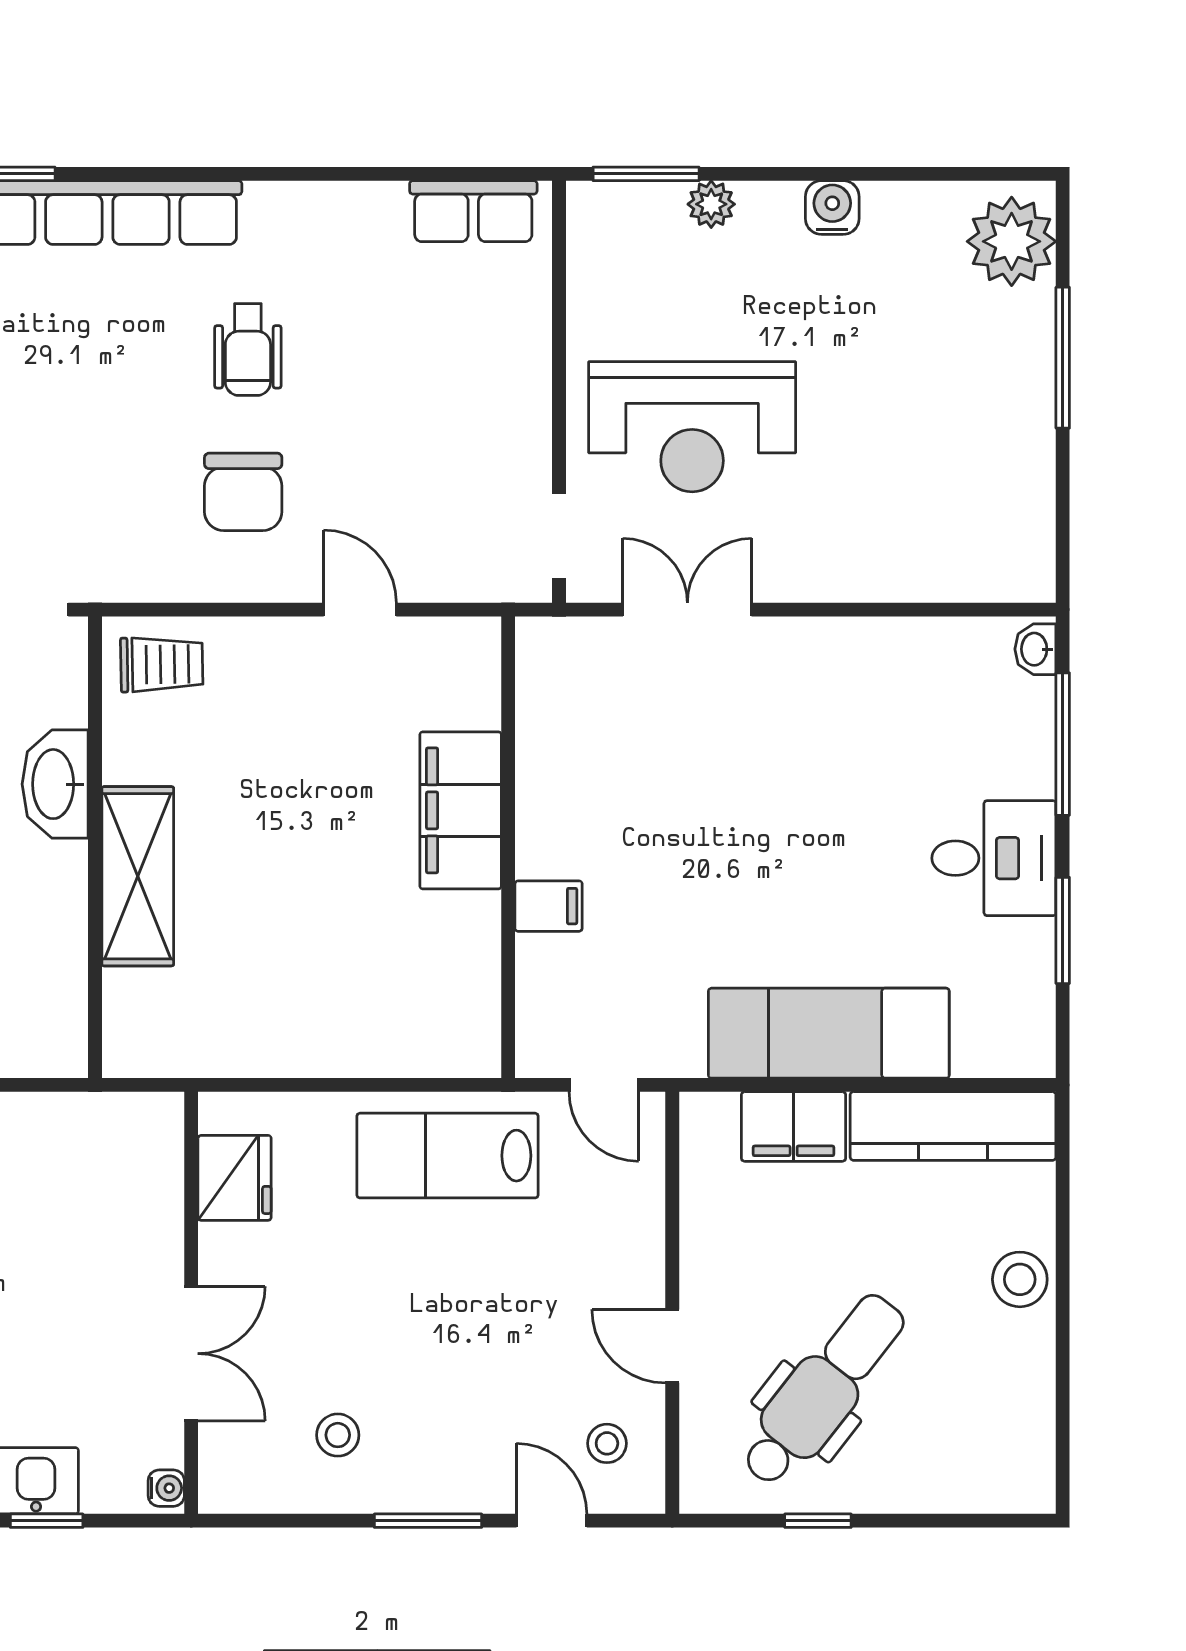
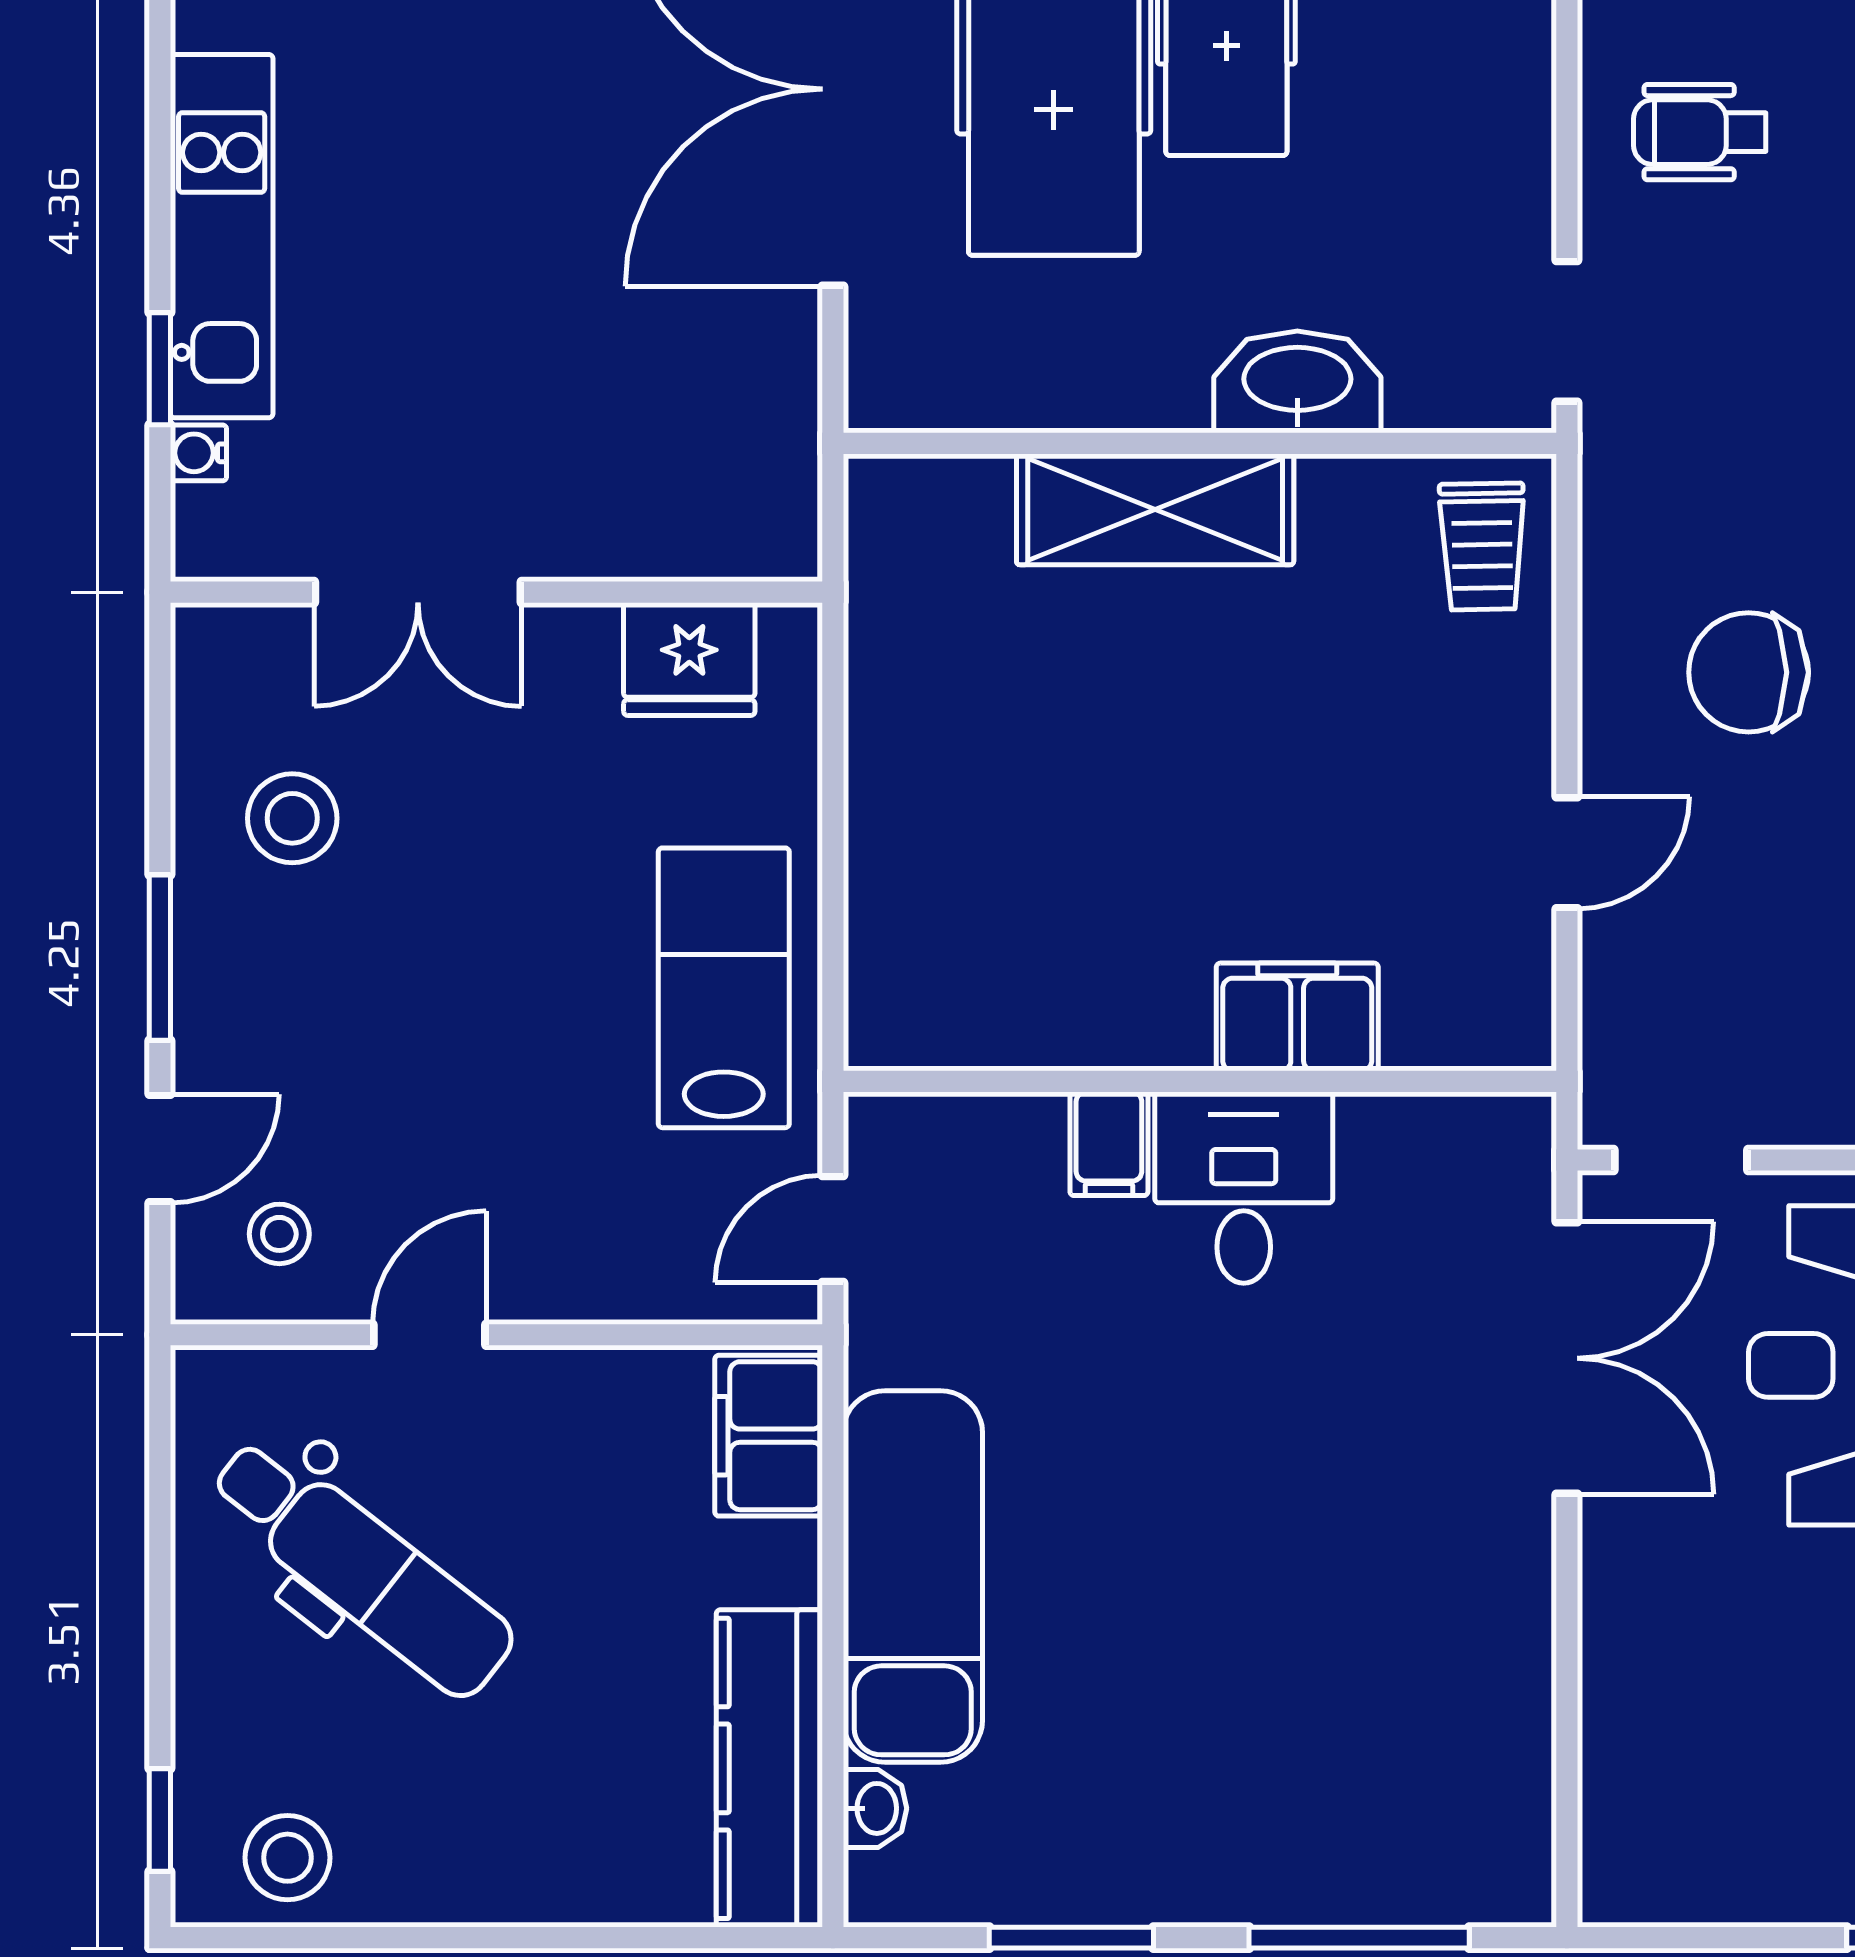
double door: (687, 610) -> (1567, 1358), width x1.37
washbasin: (1035, 649) -> (875, 1808), moved, turned 90
filing cabinet: (461, 810) -> (1297, 1017), width x0.67, depth x0.86
desk: (994, 858) -> (1244, 1188), moved, turned 180
filing cabinet: (794, 1127) -> (769, 1436), moved
stool: (1020, 1279) -> (287, 1858), moved
stool: (338, 1435) -> (292, 818), width x1.37, depth x1.37
water cooler: (166, 1488) -> (198, 453), moved, turned 90
window: (818, 1521) -> (160, 1820), moved

